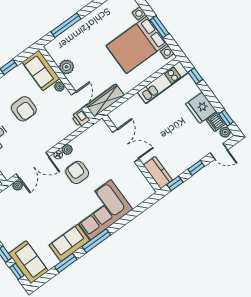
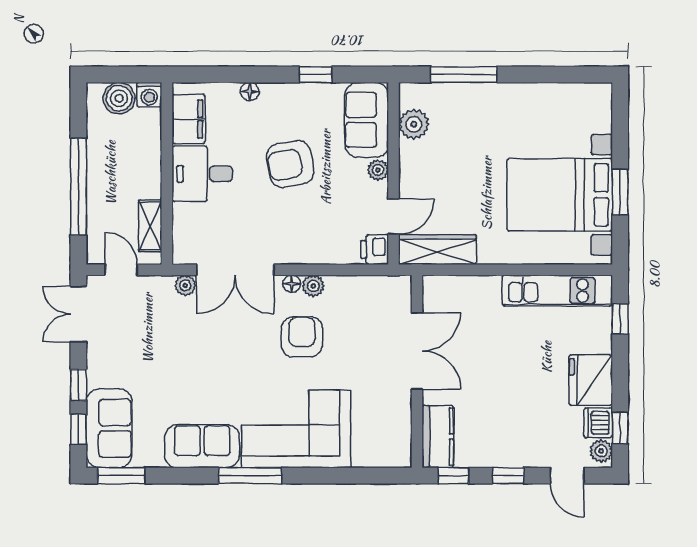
plant: (67, 67) -> (414, 124), moved
armchair: (24, 109) -> (290, 164), turned 80
window: (66, 263) -> (121, 476), moved

